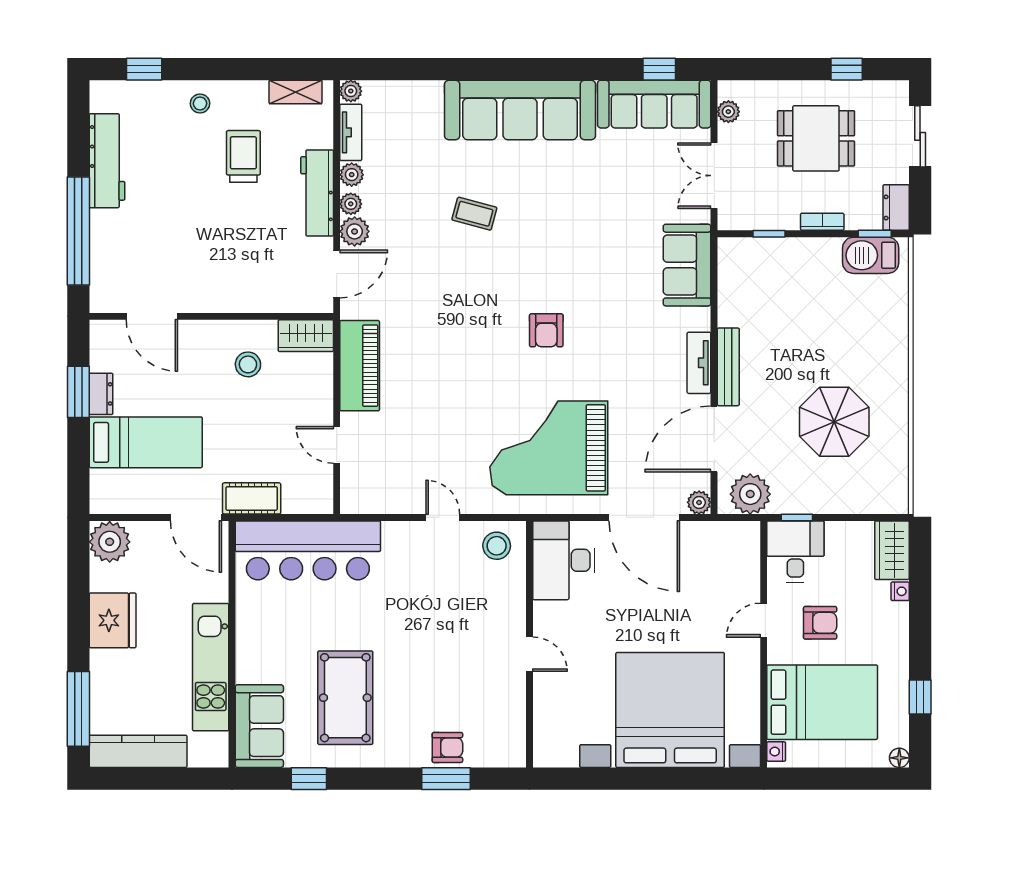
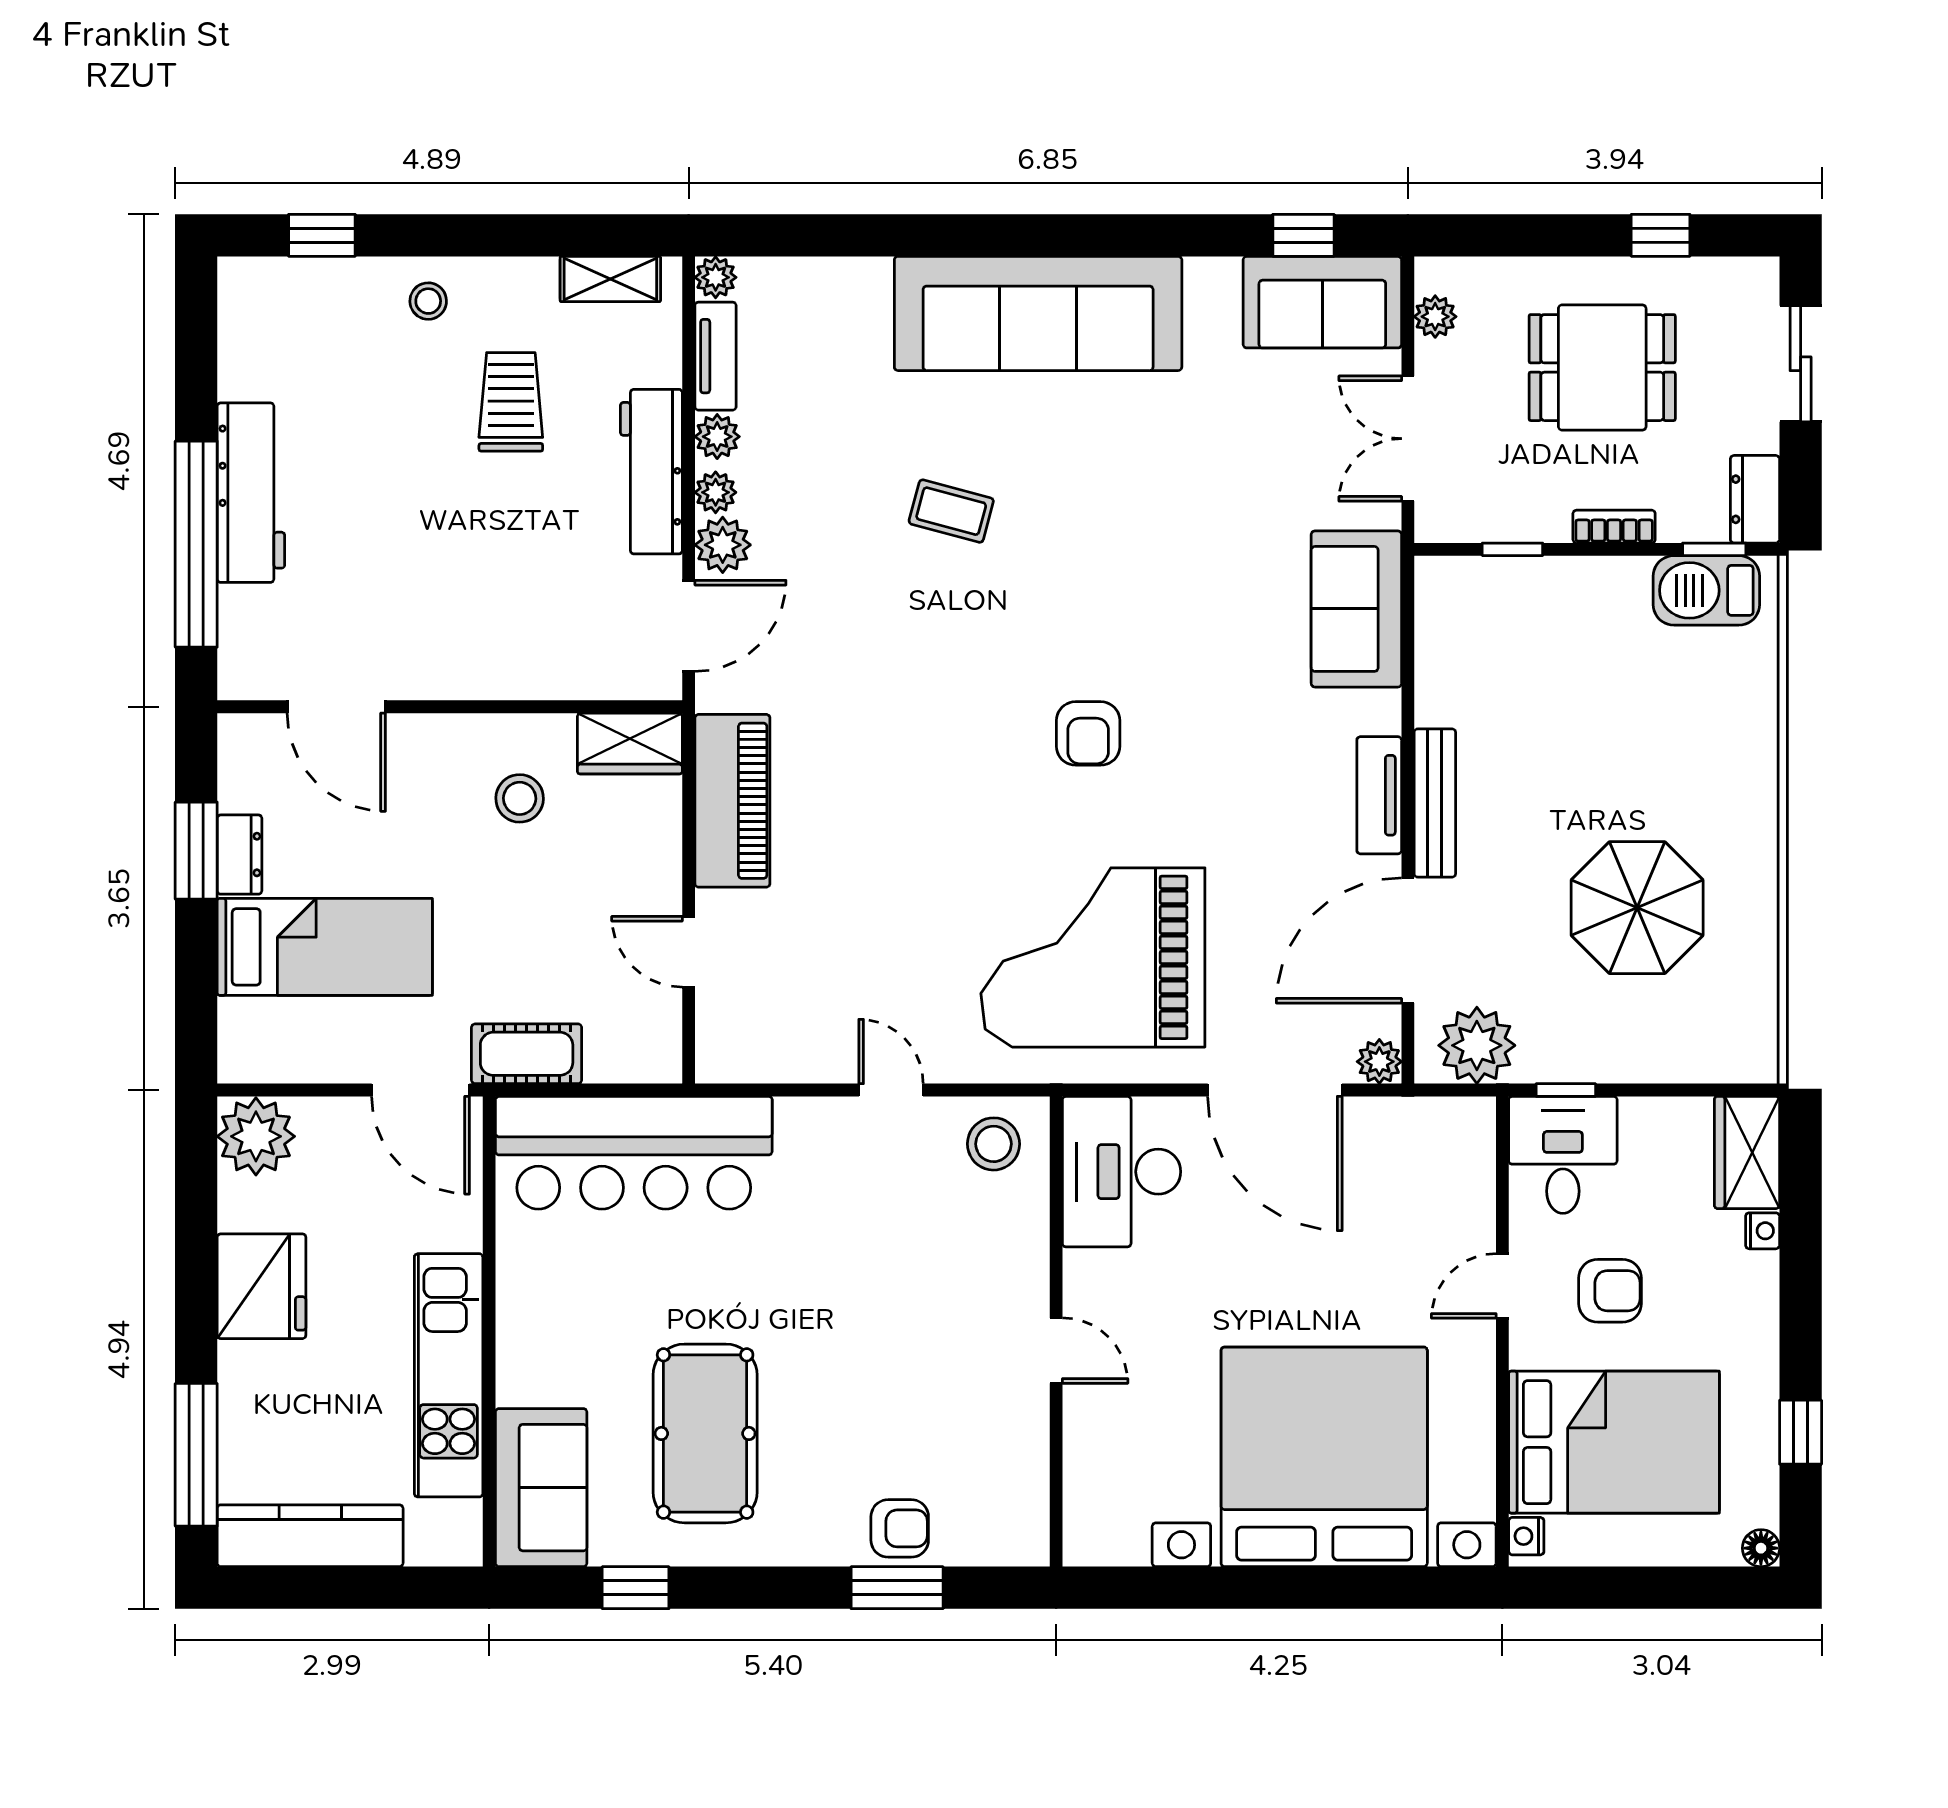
sofa: (654, 104) -> (1322, 302), width x0.73
workbench: (107, 161) -> (251, 493), moved

